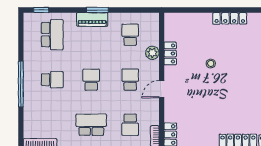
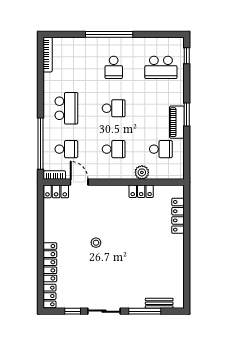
locker: (230, 18) -> (178, 216), moved
piano: (92, 19) -> (177, 122), moved
stool: (211, 64) -> (96, 243), moved
door: (162, 89) -> (79, 182), moved
school desk: (130, 125) -> (66, 149), turned 180

